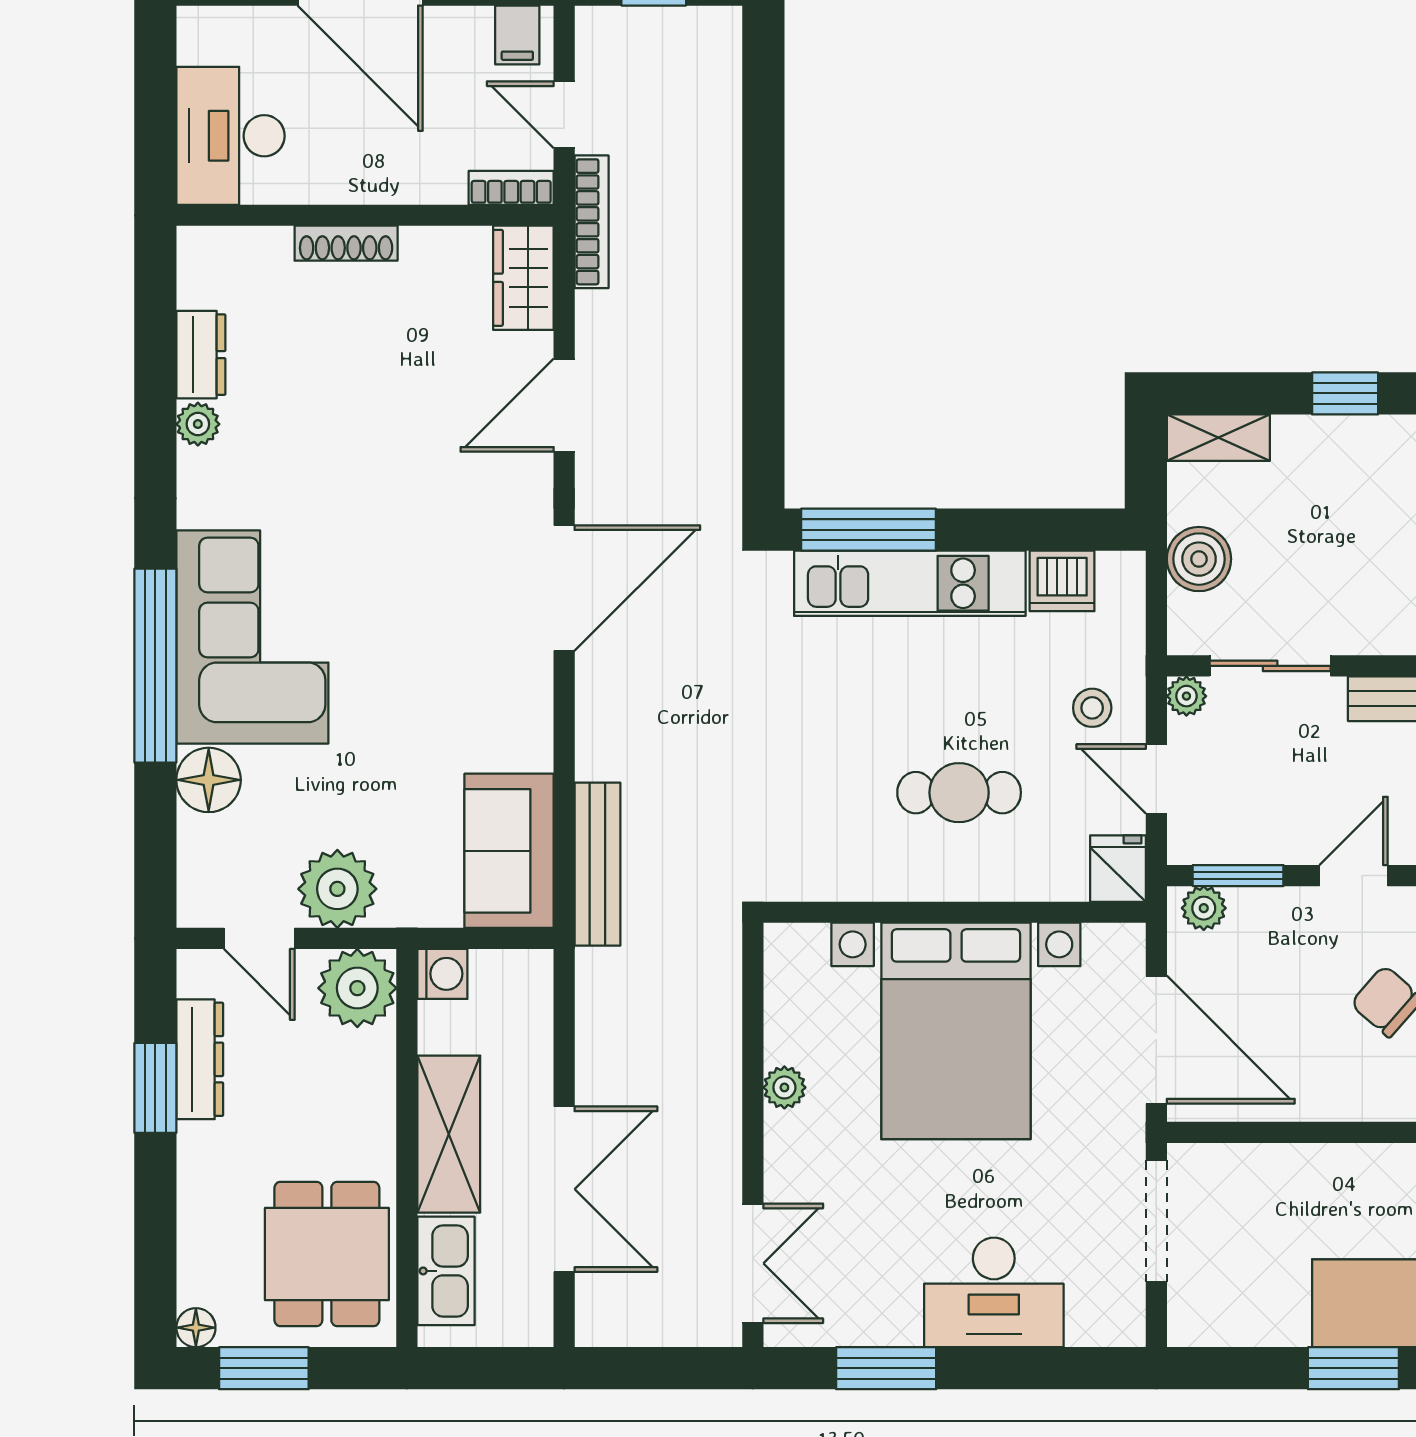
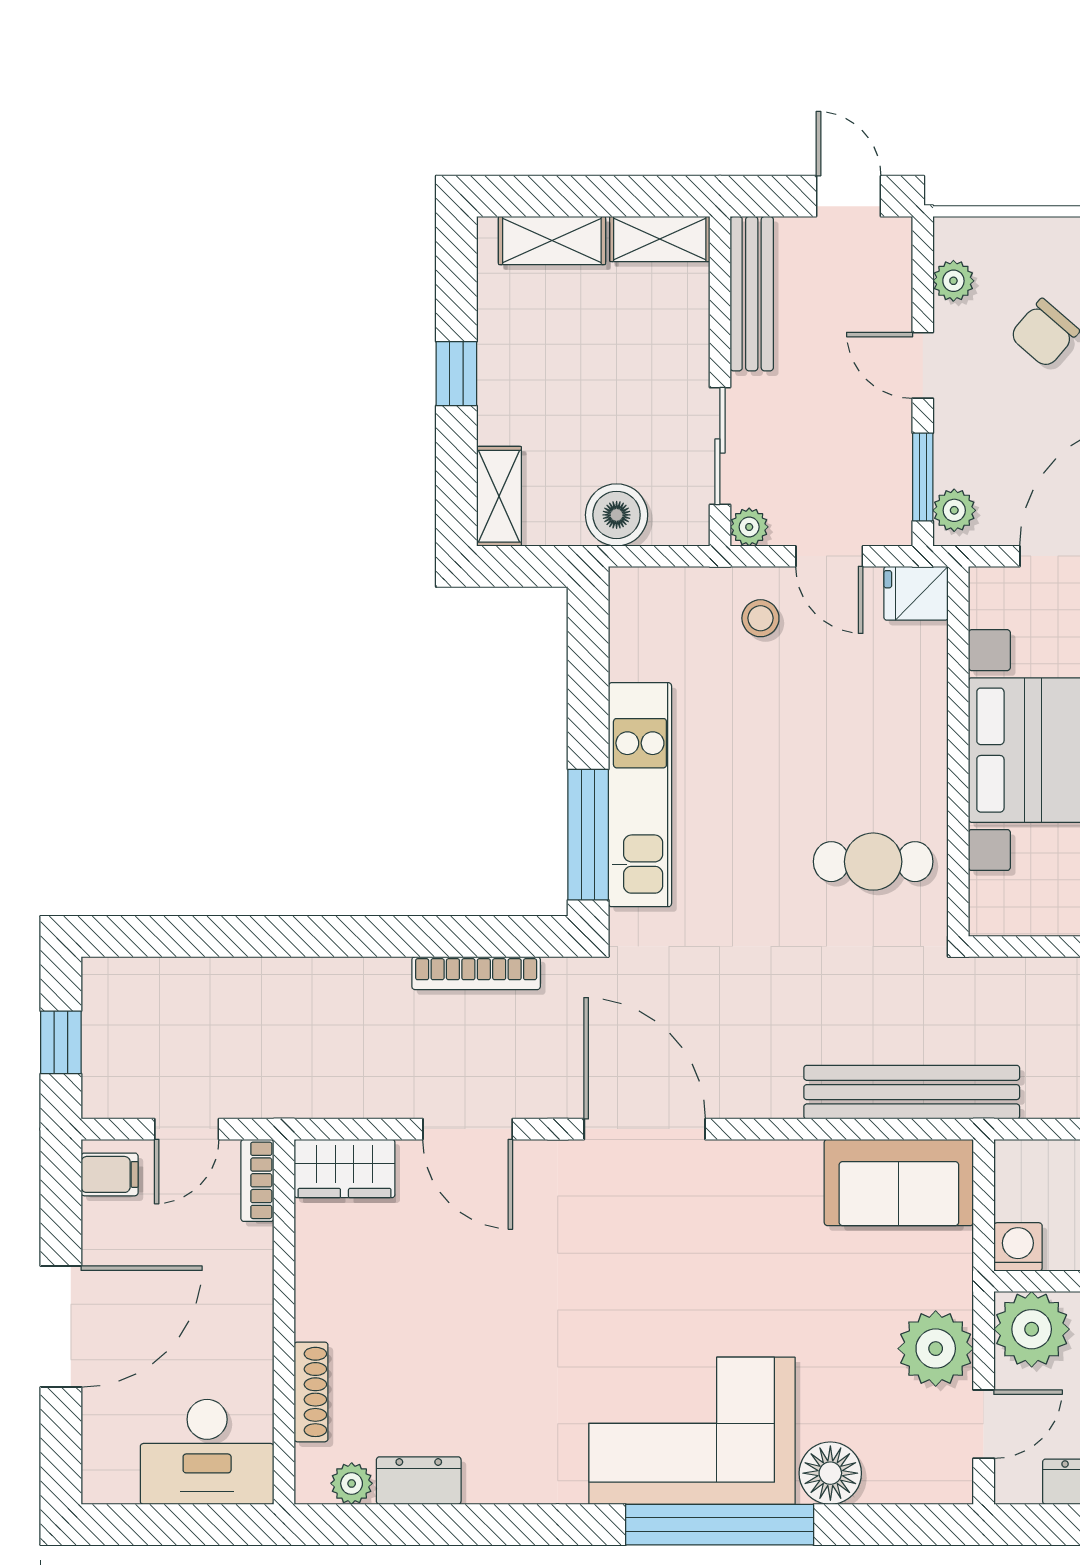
bookcase: (592, 222) -> (476, 973), moved, turned 180
shoe rack: (346, 243) -> (311, 1392), moved
plant: (198, 424) -> (352, 1483), moved
dishwasher: (1062, 581) -> (638, 647), removed
door: (1156, 779) -> (829, 556), hinge flipped
cafe table: (959, 793) -> (873, 862), moved, turned 90
bench: (597, 864) -> (912, 1092), width x1.37, depth x1.21

